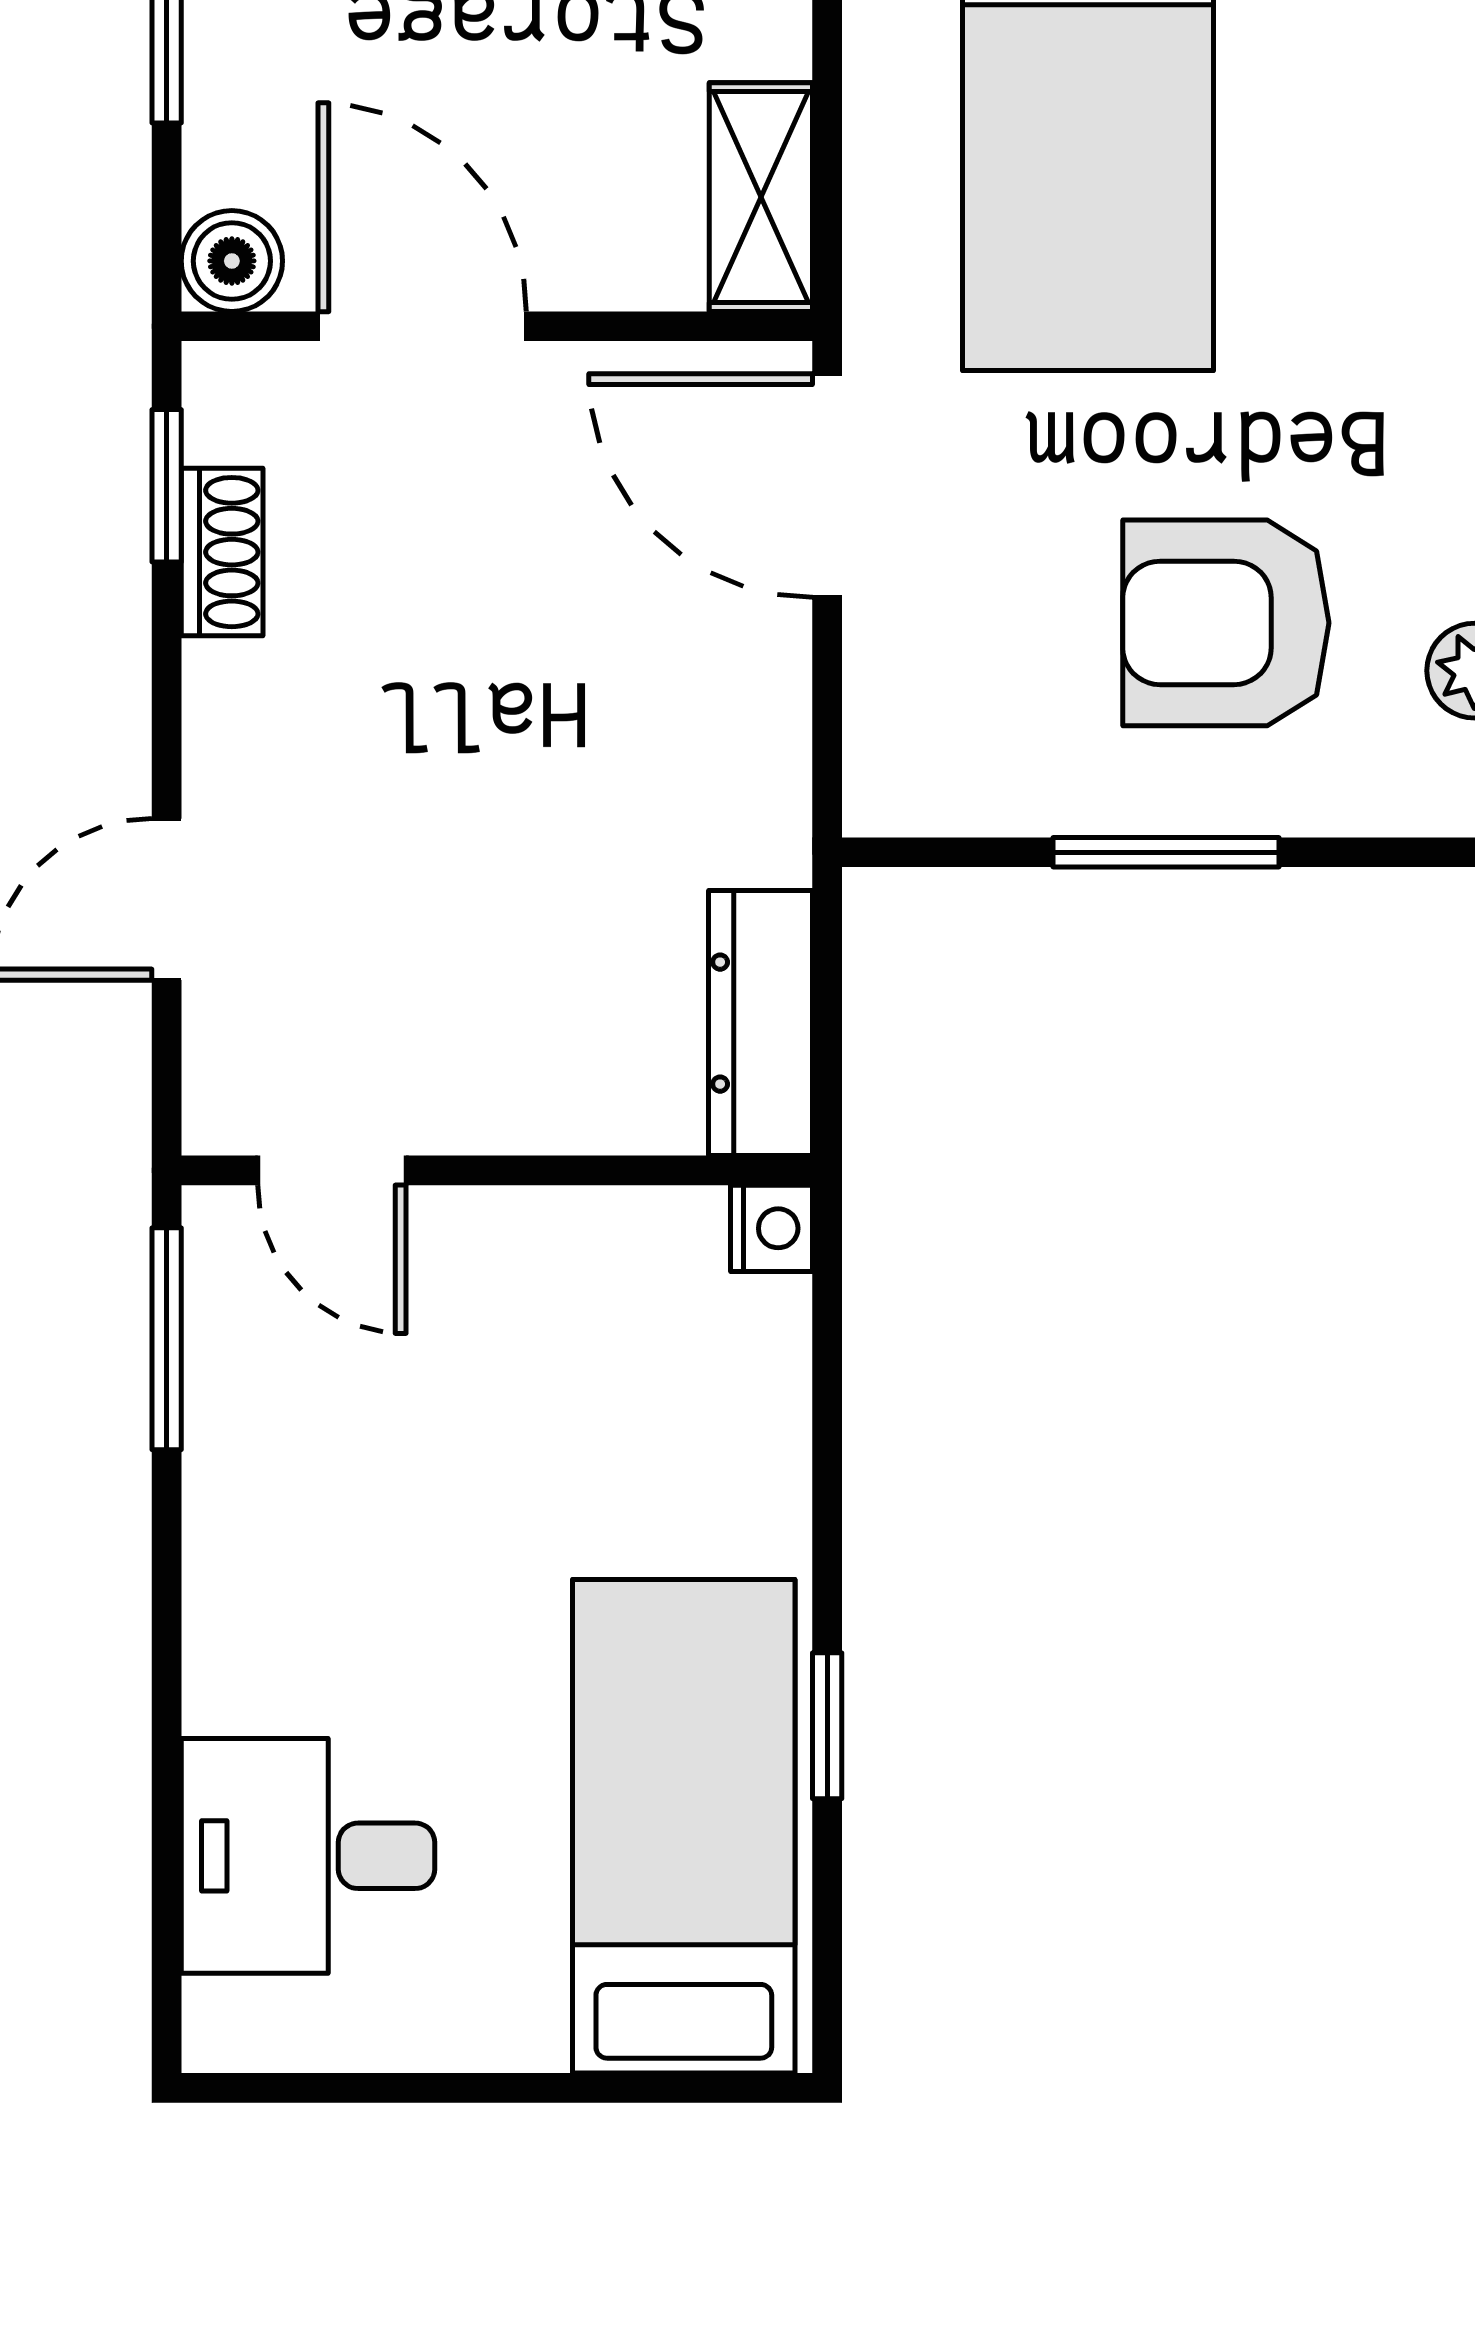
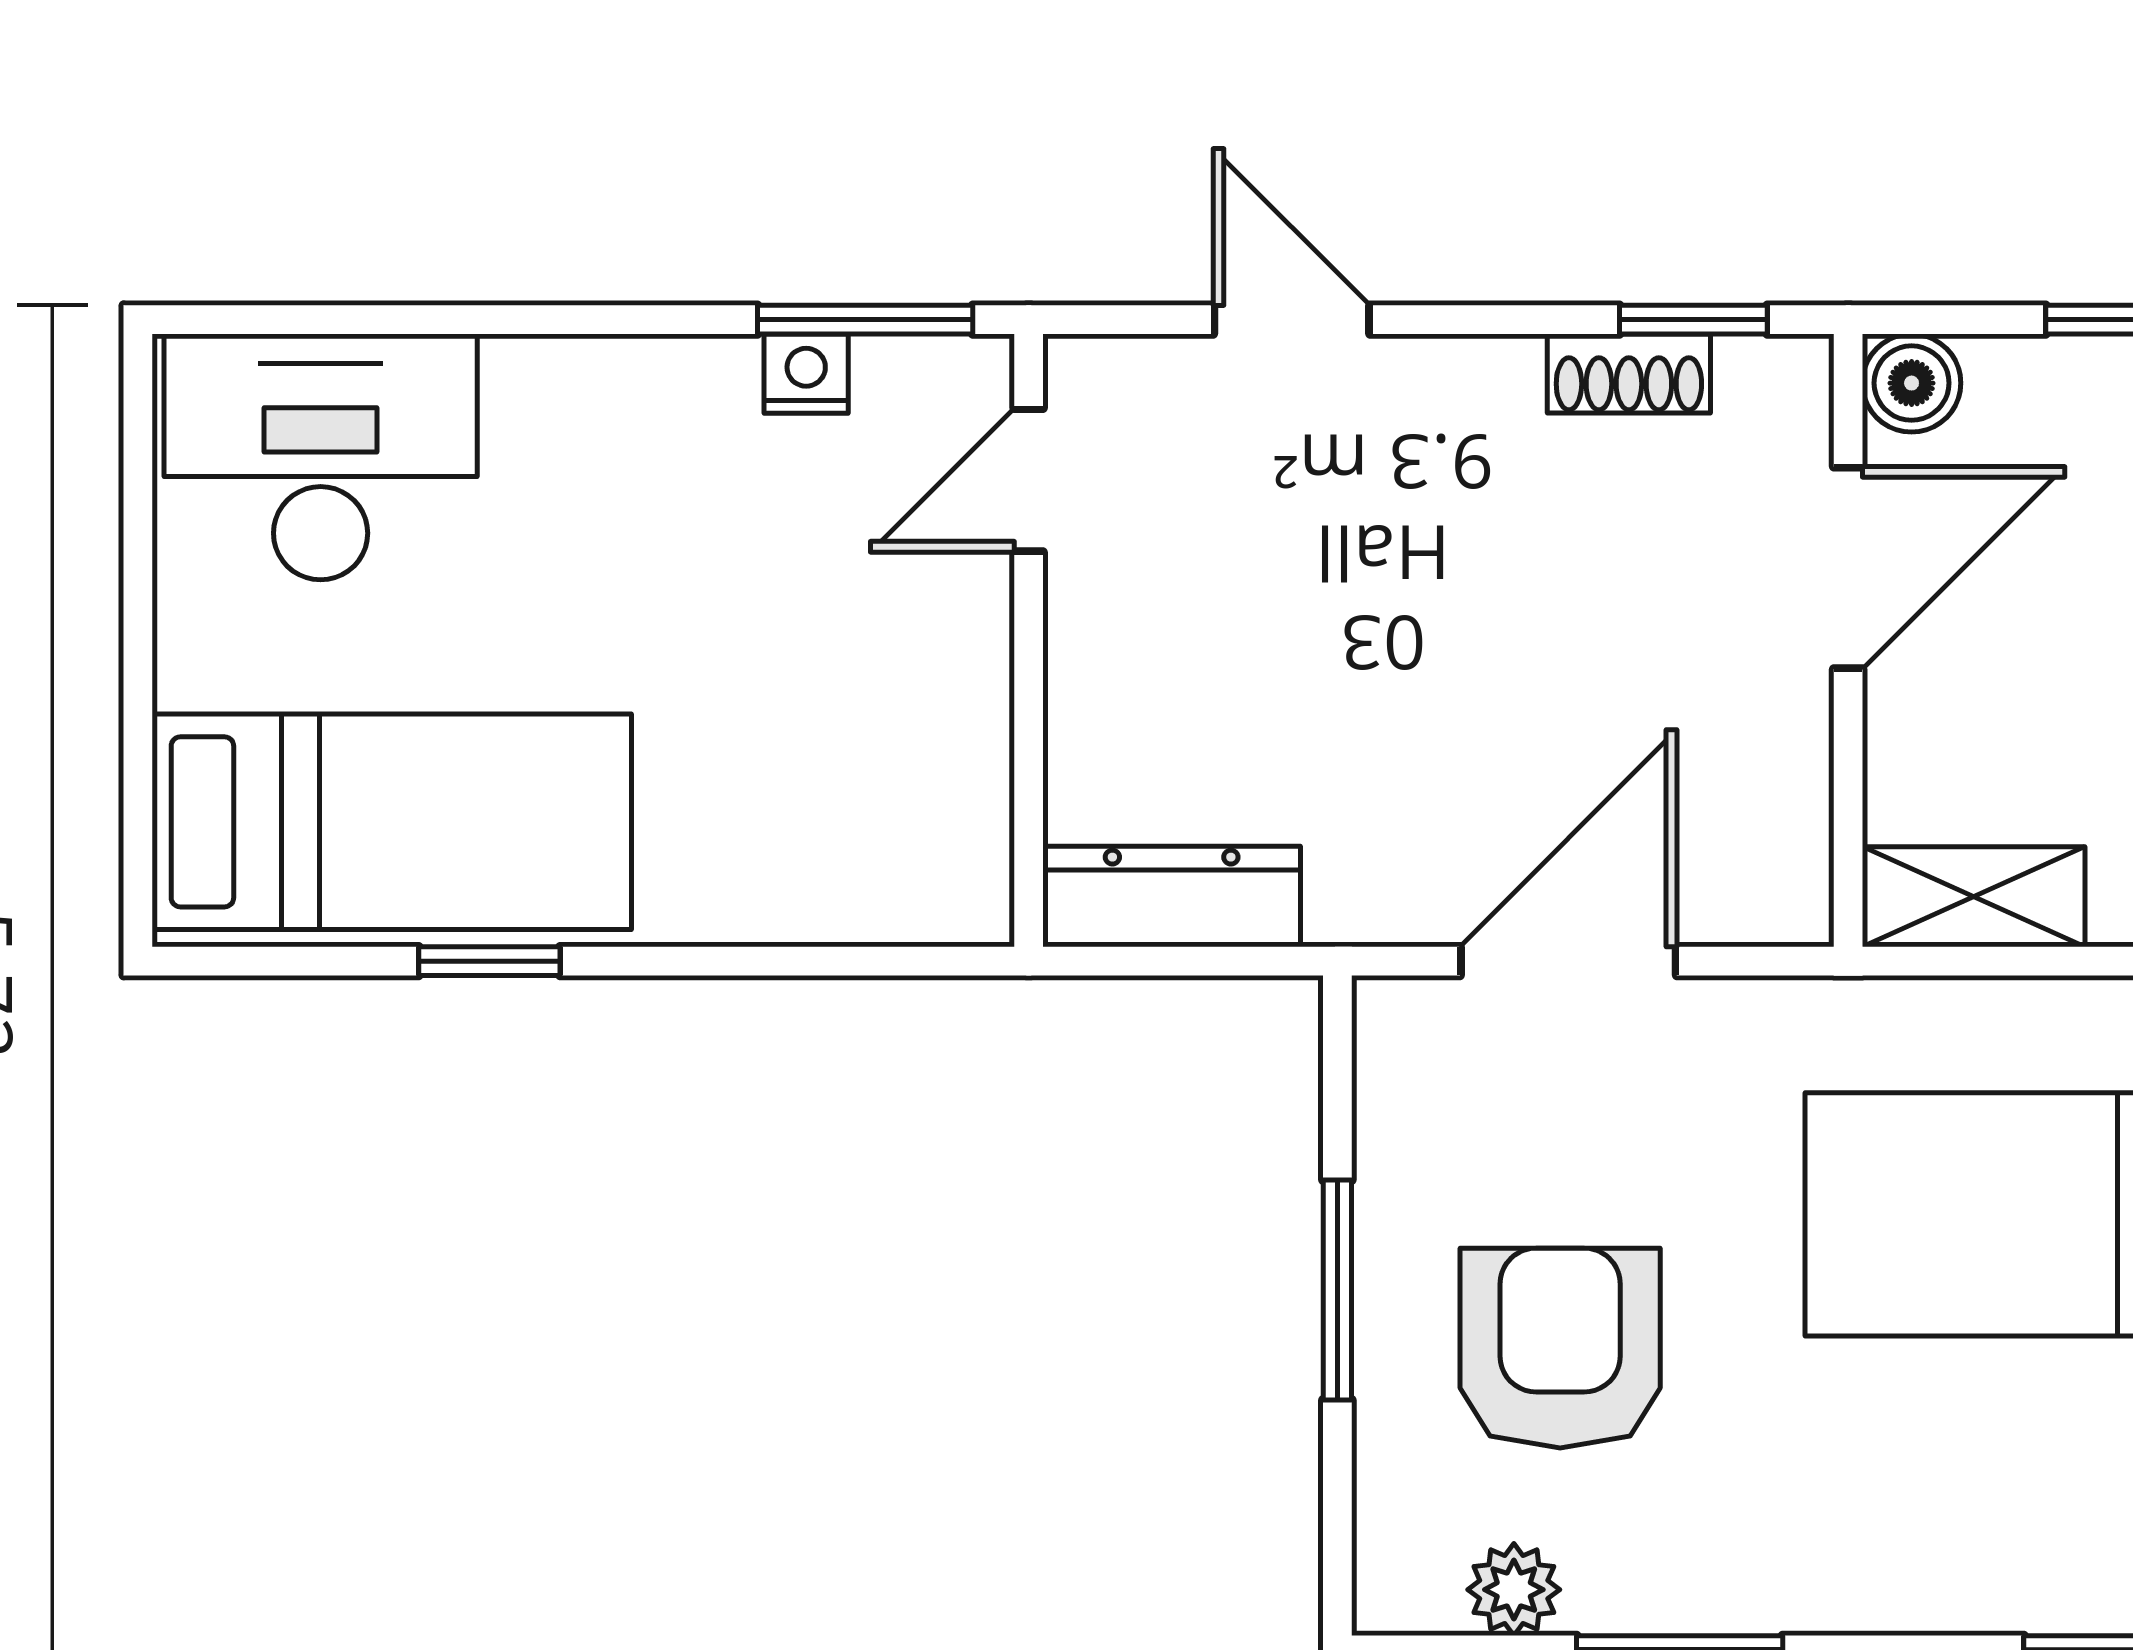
door: (827, 485) -> (1568, 961), moved
nightstand: (772, 1228) -> (806, 374), moved, turned 180
desk: (308, 1856) -> (321, 457), width x1.37

